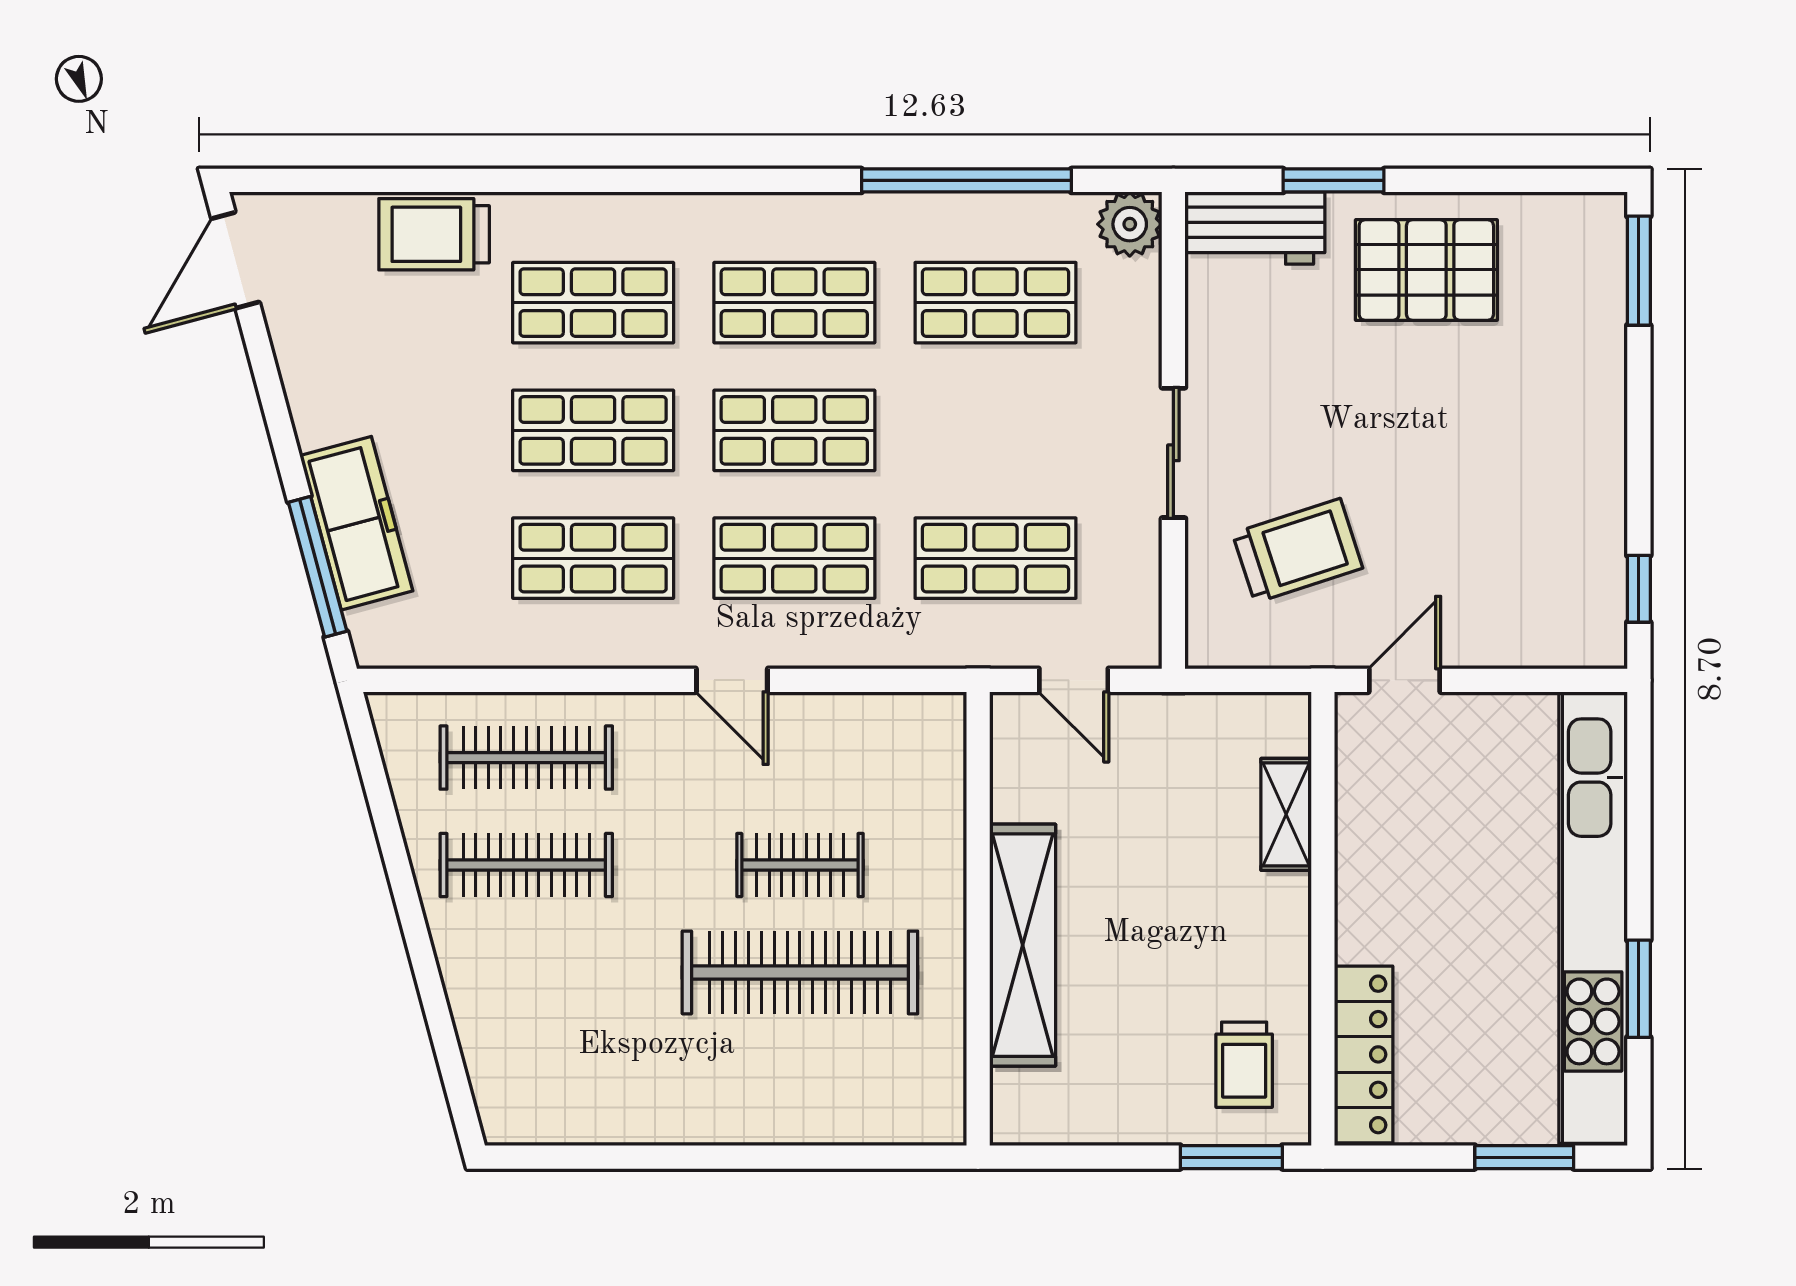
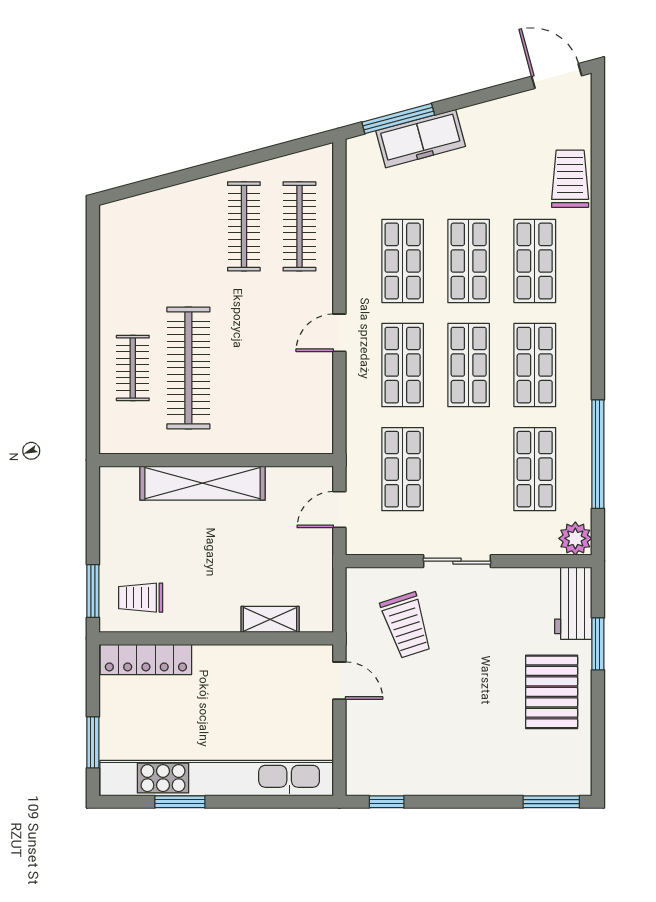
clothes rail: (800, 865) -> (133, 368), moved

